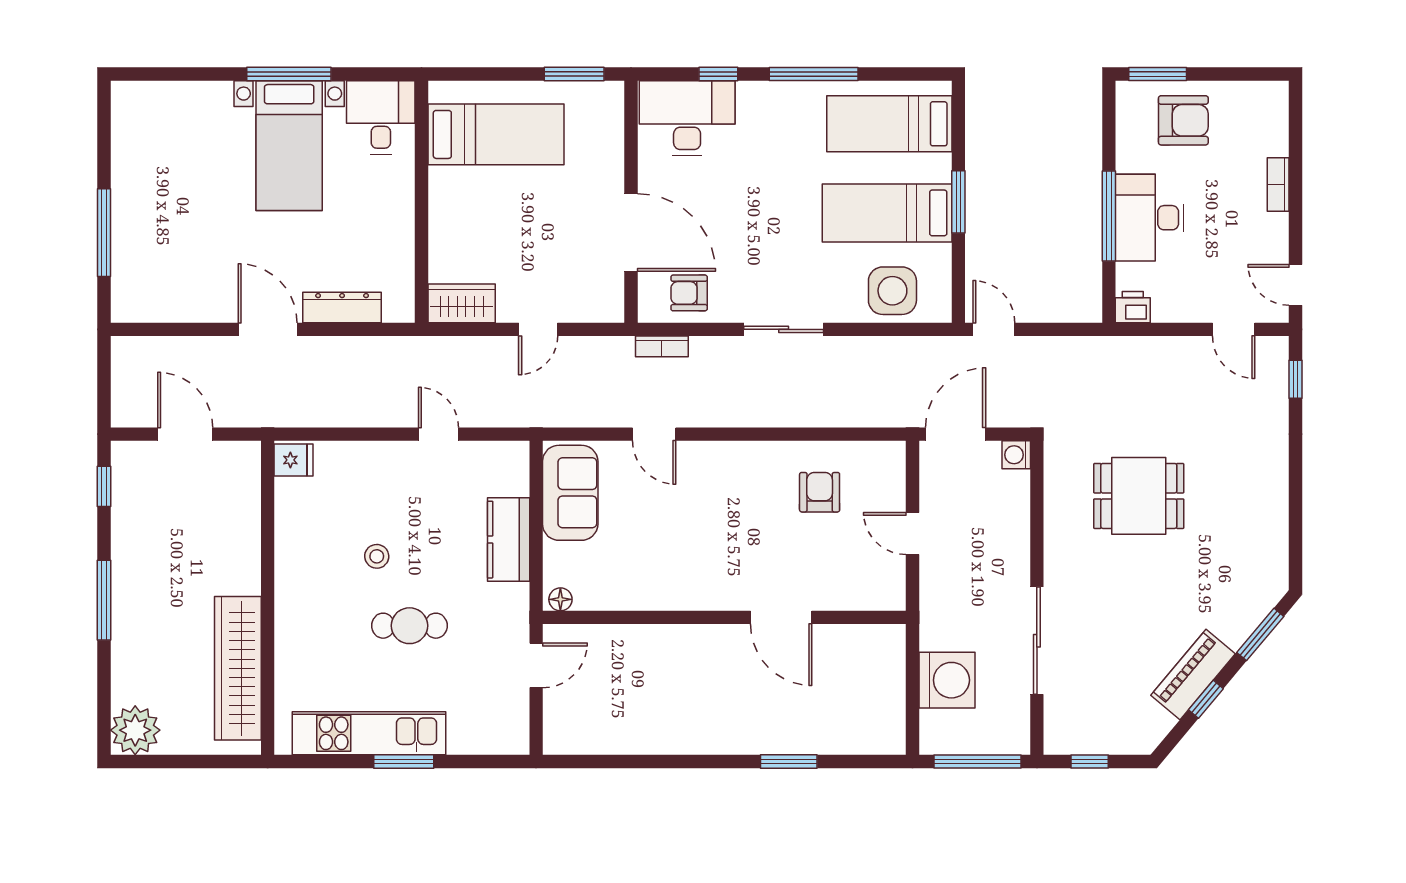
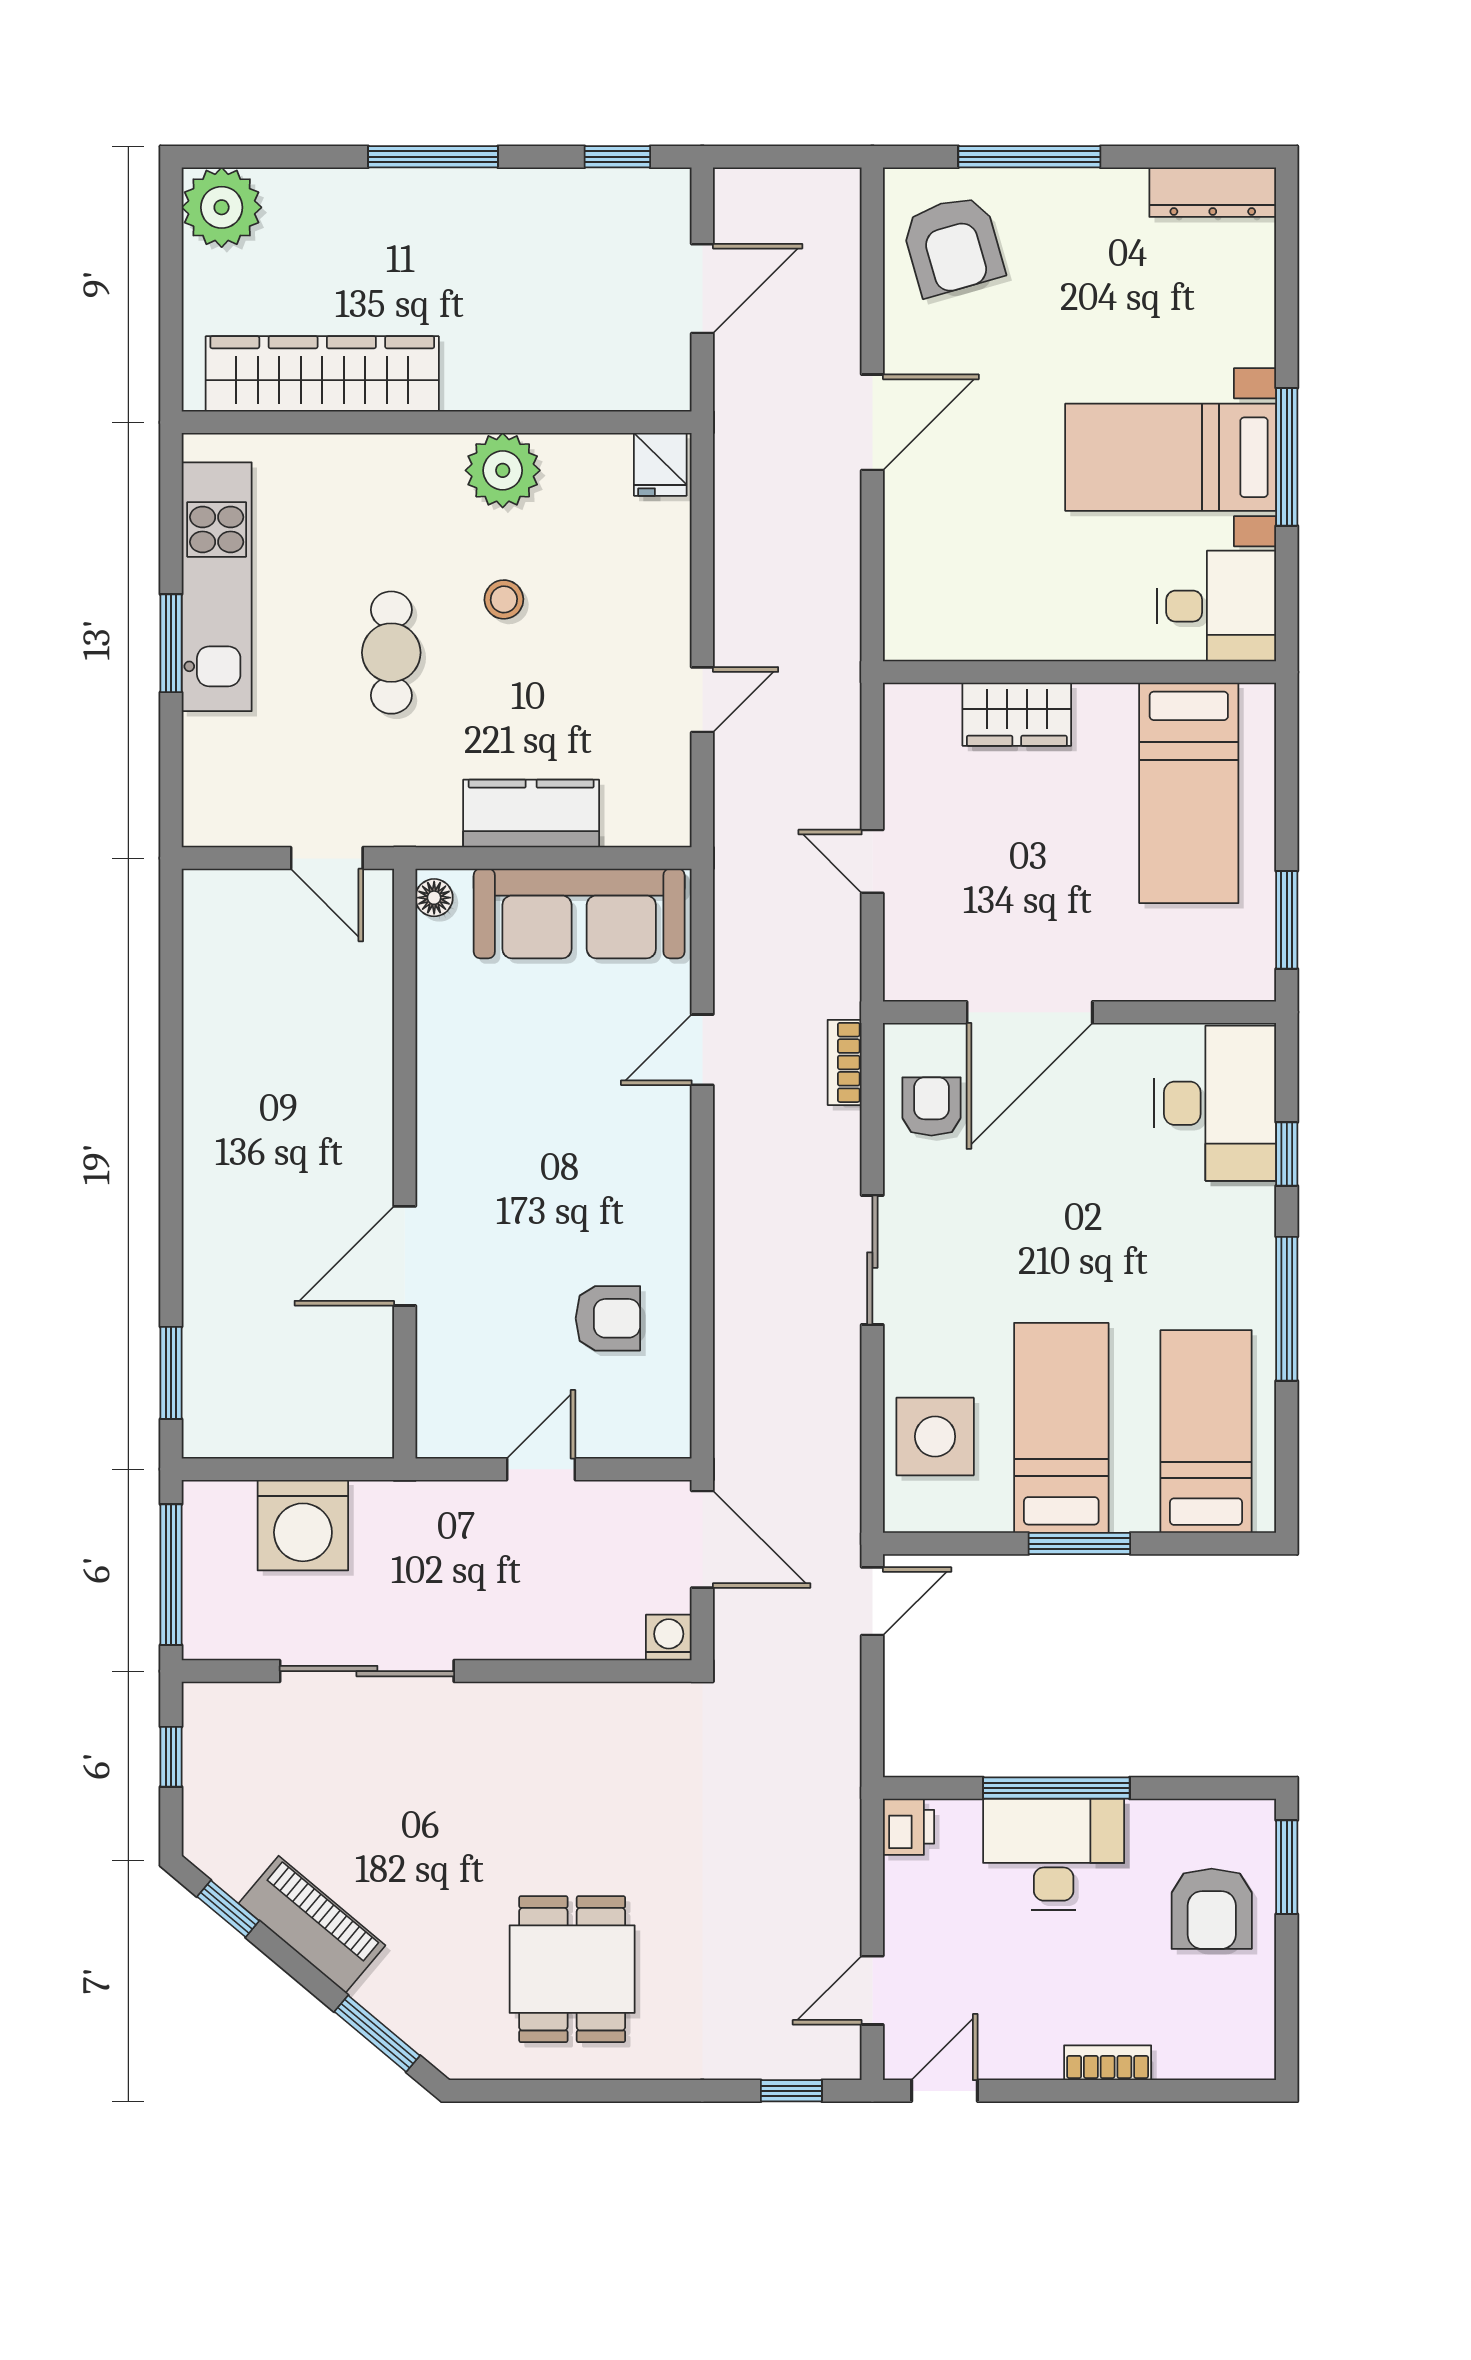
armchair: (159, 280) -> (953, 245), added
wardrobe: (462, 303) -> (1017, 714), moved, turned 90
dresser: (342, 308) -> (1213, 192), moved, turned 90
sofa: (570, 493) -> (579, 913), width x1.36
dining table: (1139, 496) -> (572, 1969), moved
plant: (297, 557) -> (503, 470), added
window: (1206, 699) -> (228, 1909), moved
window: (789, 761) -> (171, 1373), moved

